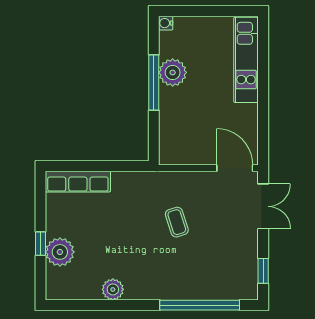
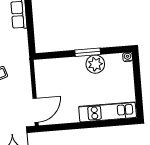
window: (154, 83) -> (88, 52), width x0.69

